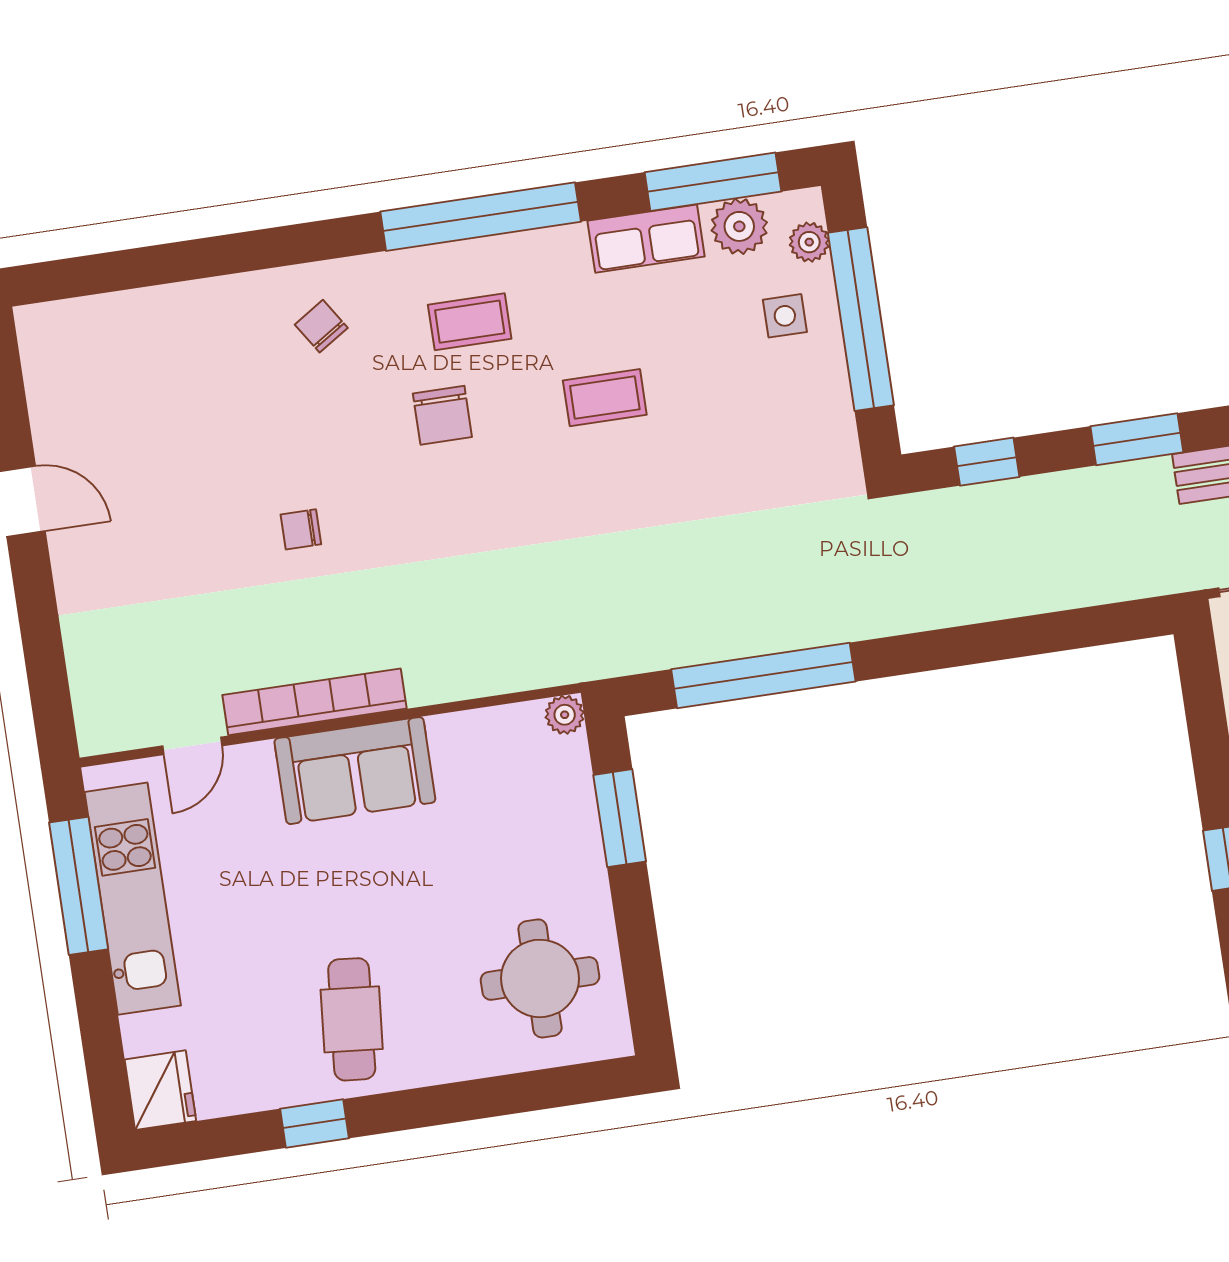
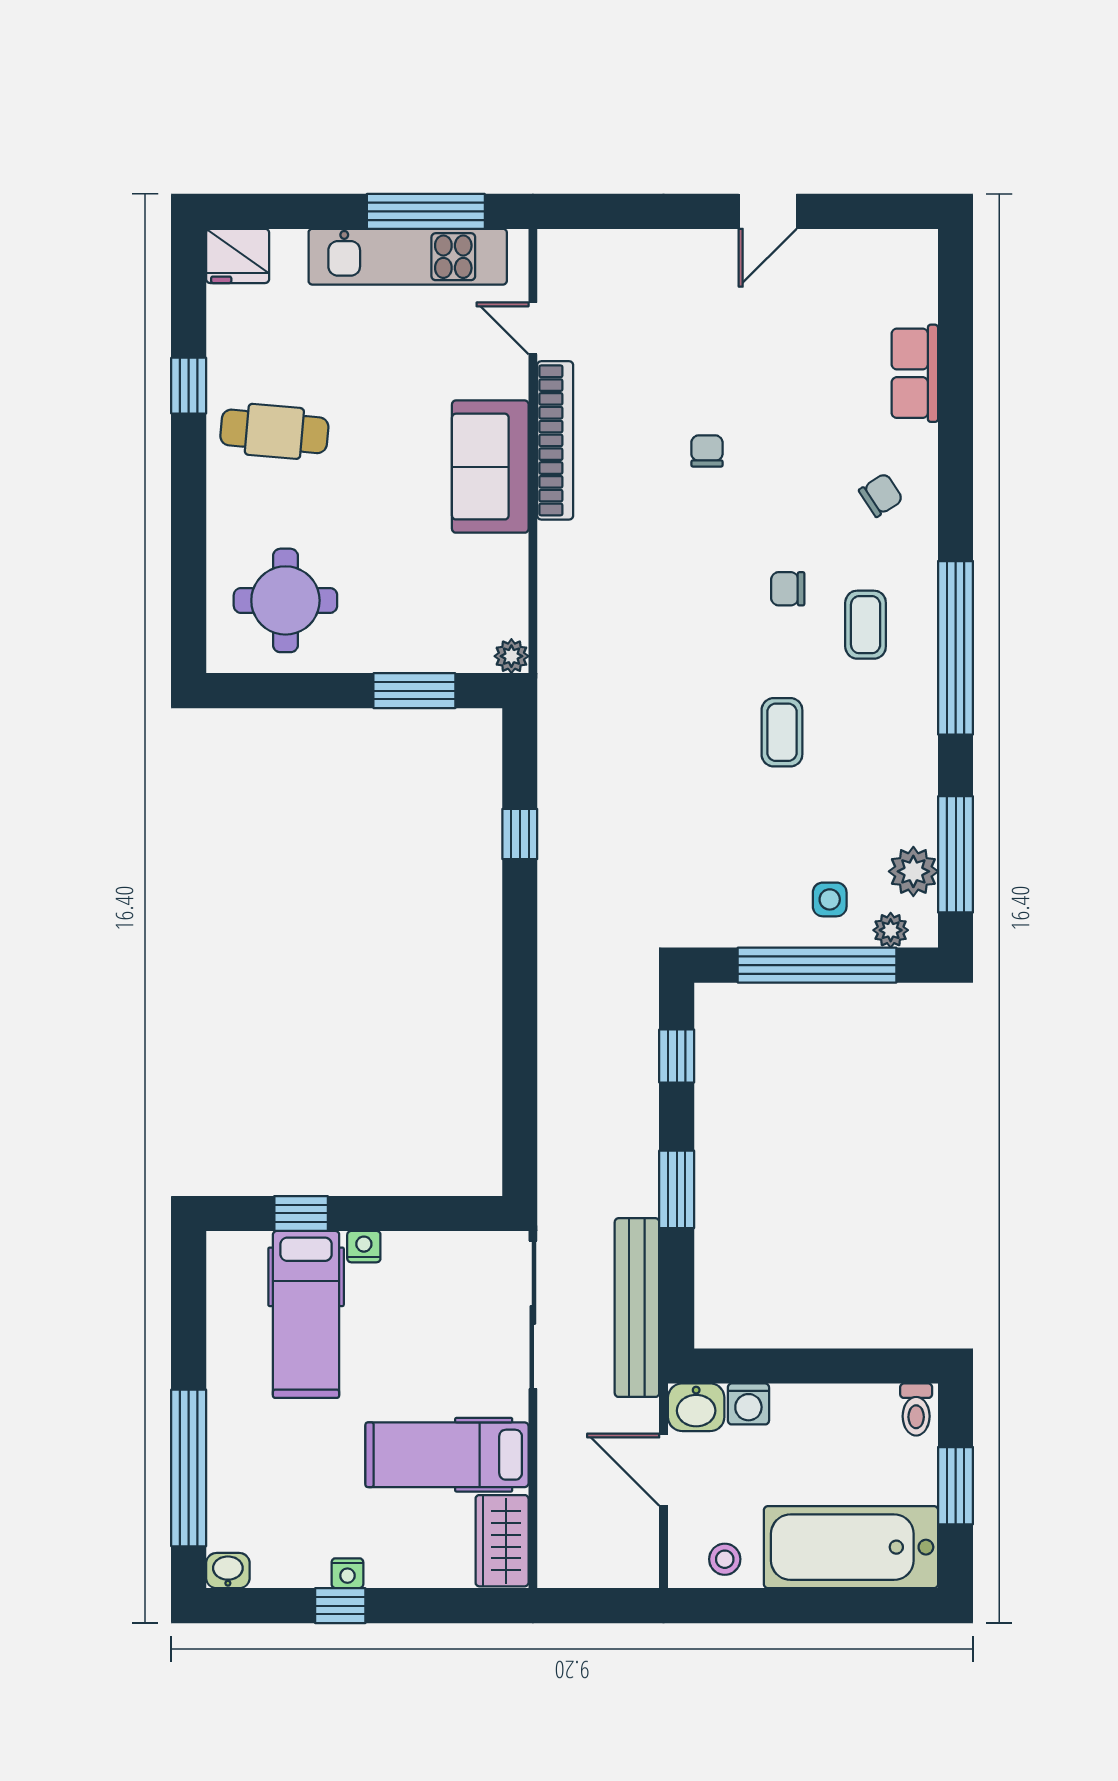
row of seats: (646, 239) -> (915, 373), moved
chair: (442, 415) -> (788, 589), width x0.73, depth x0.73
window: (763, 675) -> (520, 834), width x0.32

